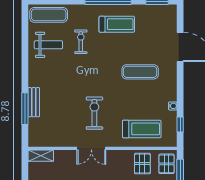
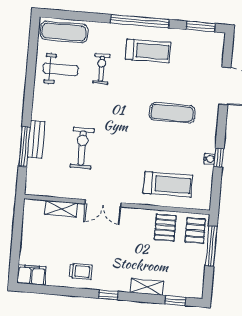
exercise bike: (94, 113) -> (82, 148), moved
window: (180, 125) -> (219, 158), moved
shelving: (41, 156) -> (61, 209), moved

